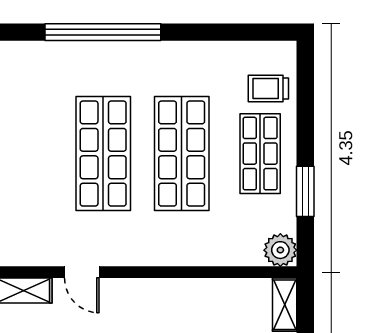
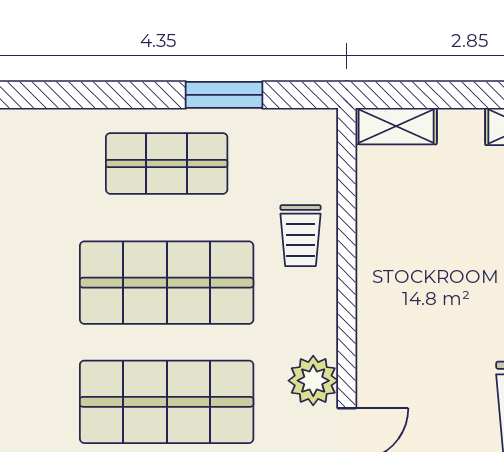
trolley: (268, 89) -> (300, 236), moved
plant: (280, 250) -> (313, 381), moved

